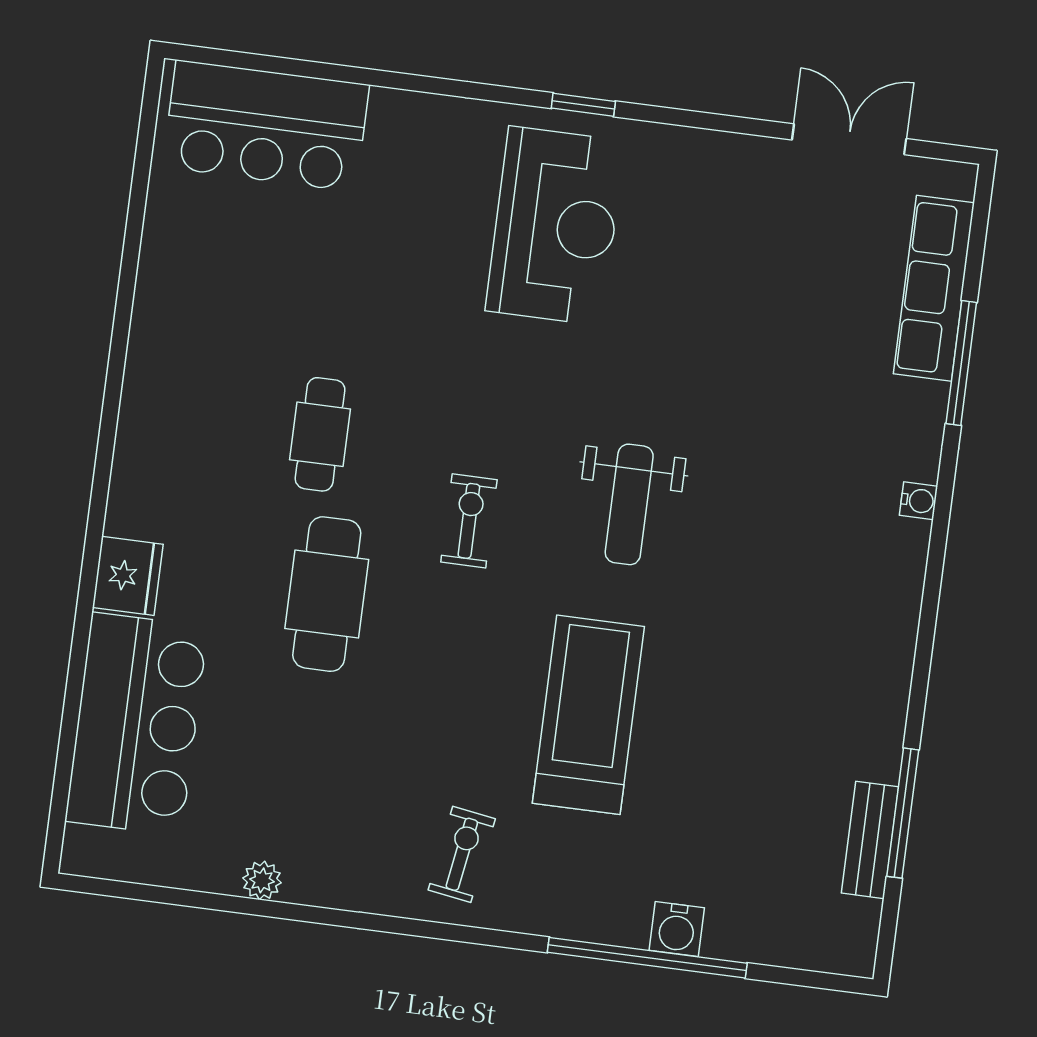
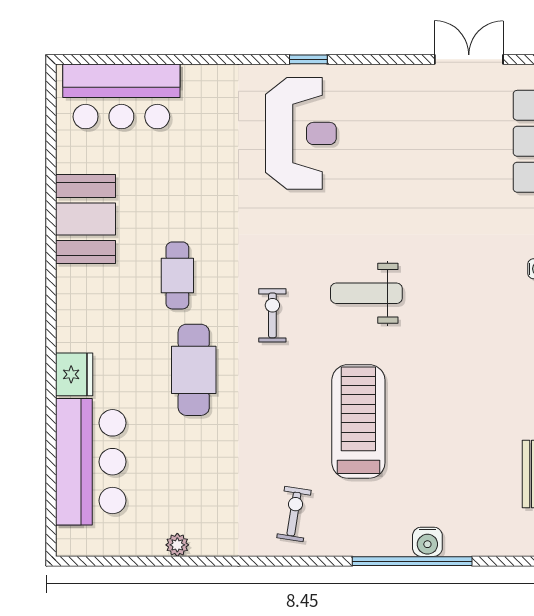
booth: (180, 321) -> (85, 219), added
weight bench: (629, 504) -> (366, 293), turned 90

